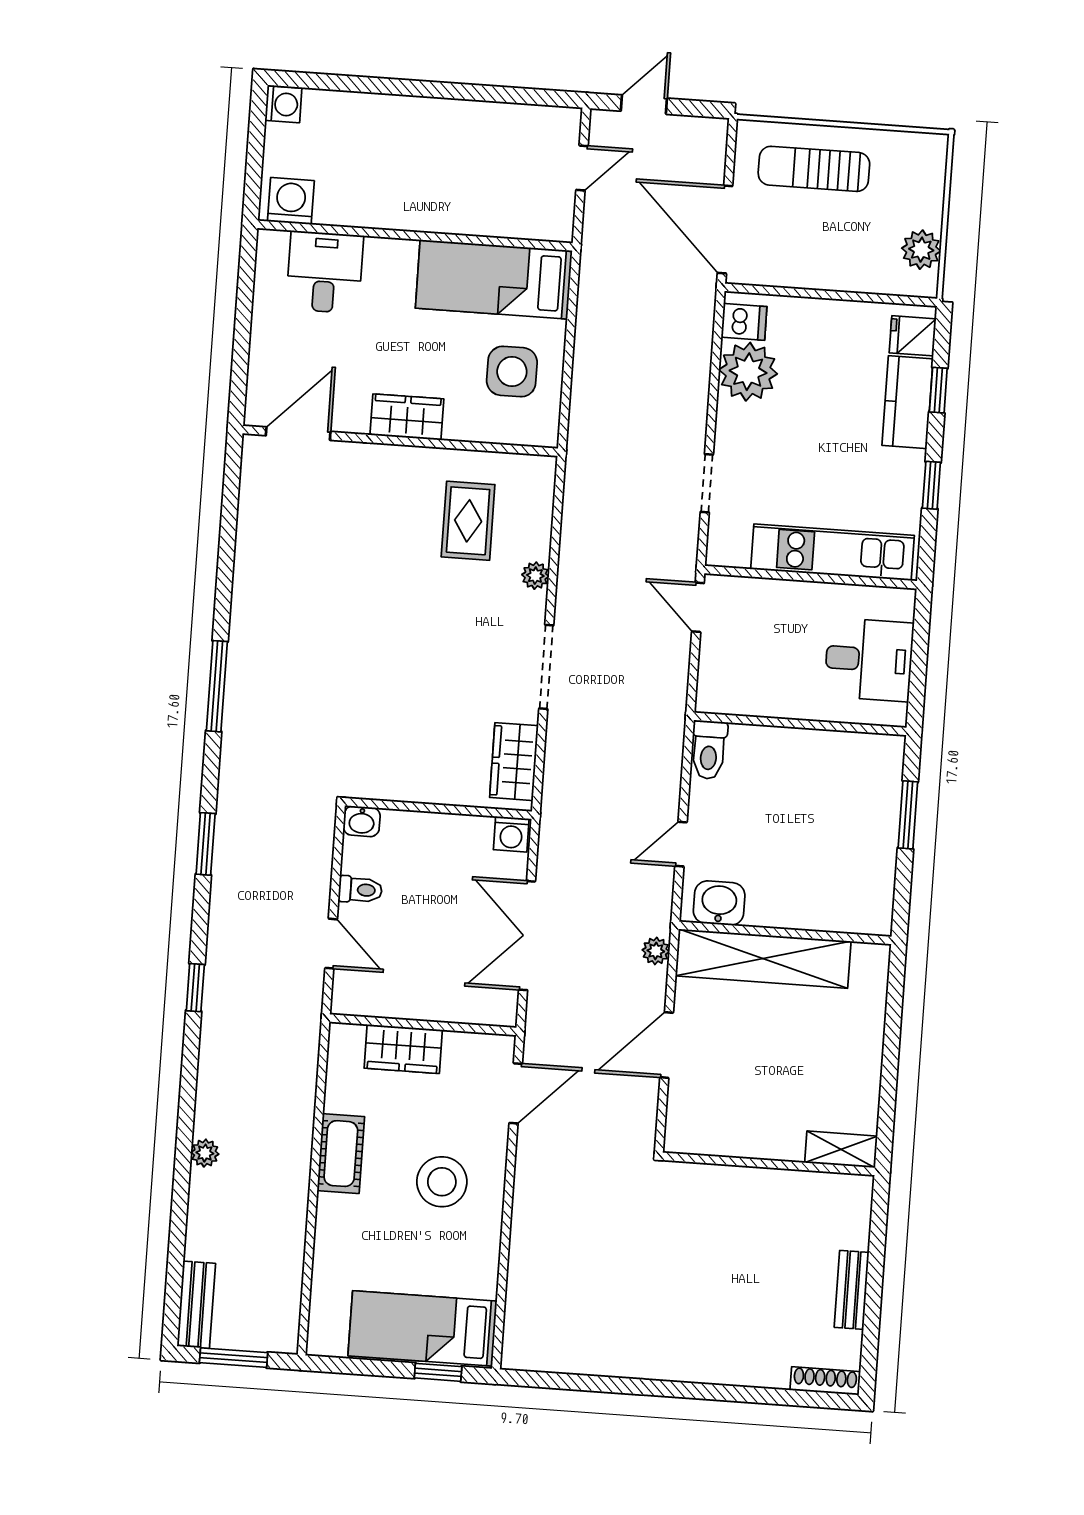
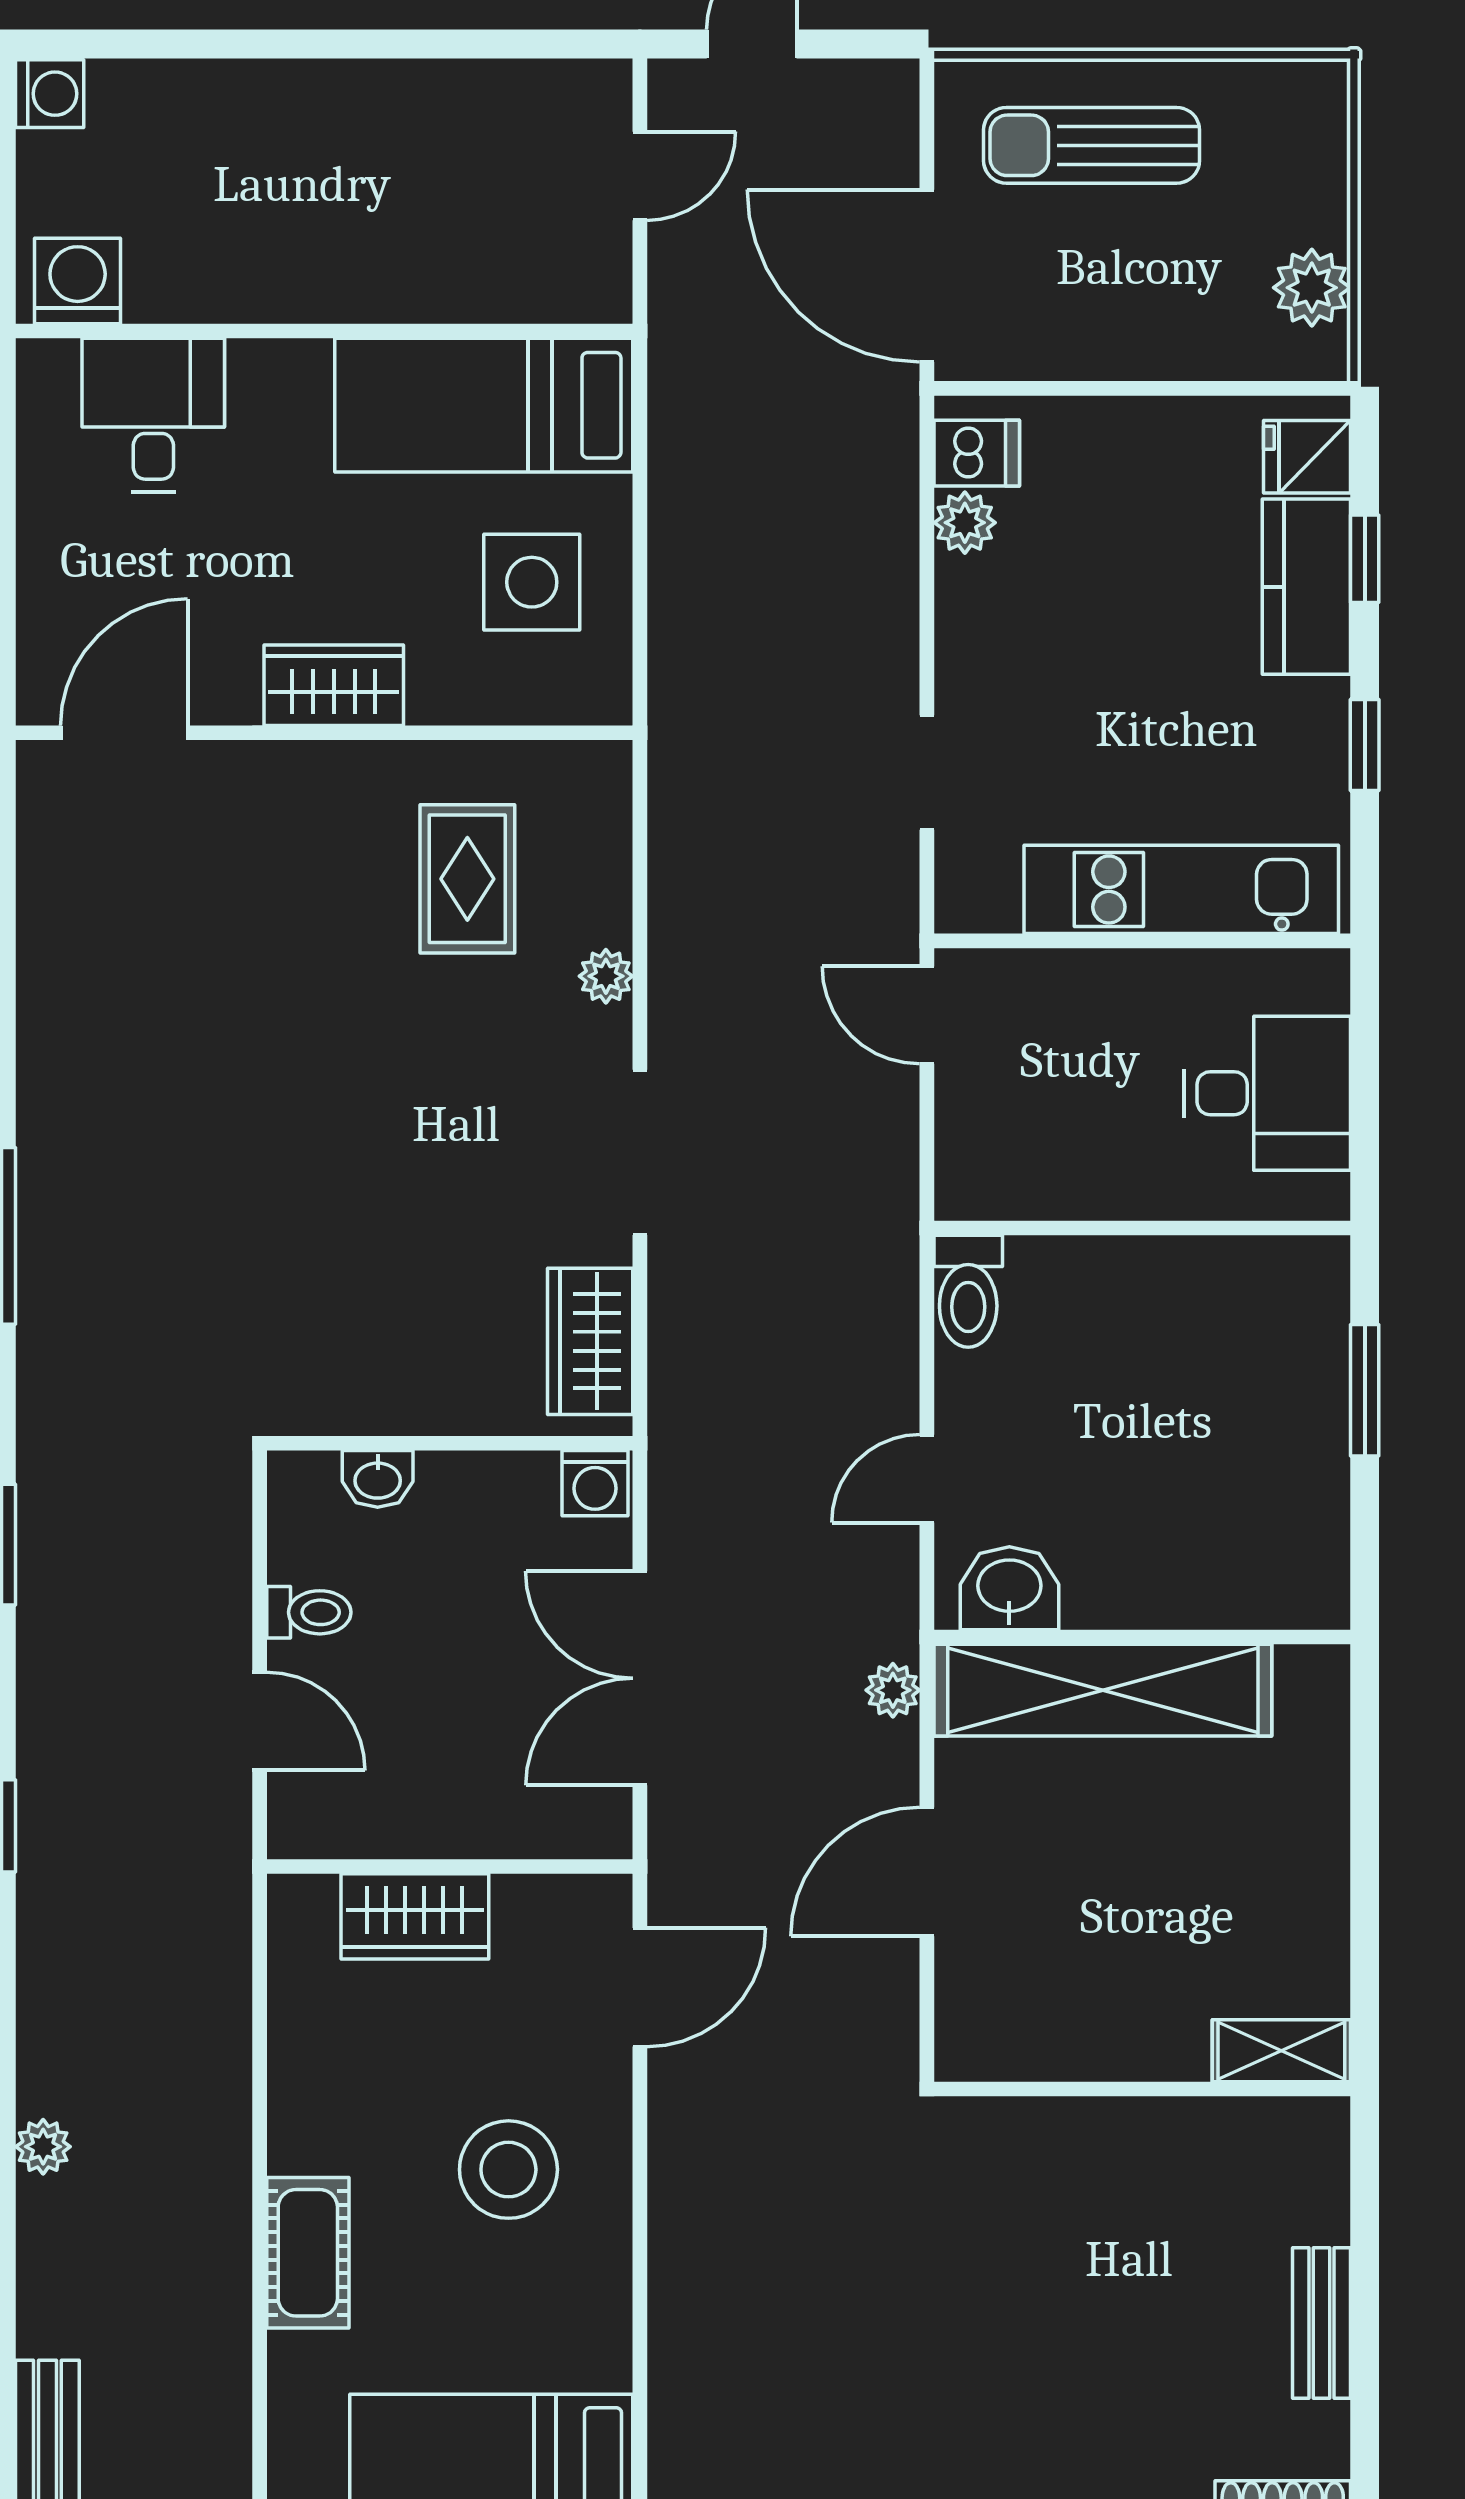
plant: (748, 372) -> (965, 523), width x0.53, depth x0.53
washbasin: (362, 821) -> (378, 1479), moved
cot: (341, 1154) -> (308, 2253), moved

